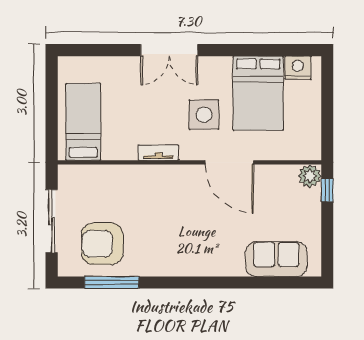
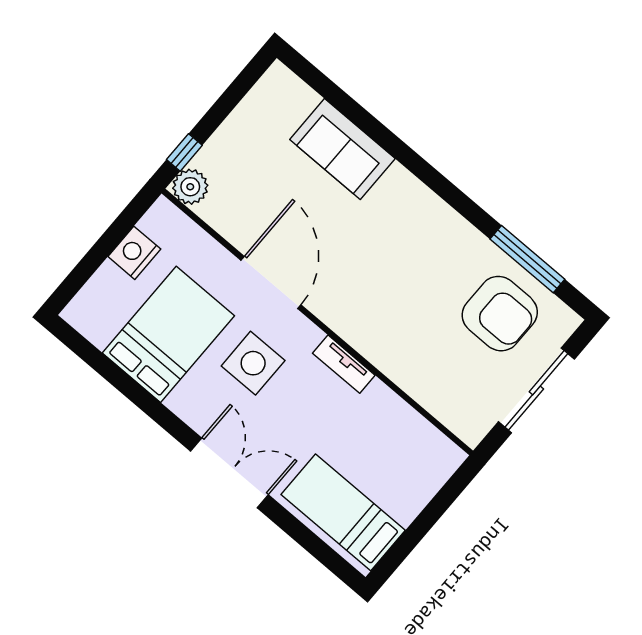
nightstand: (298, 68) -> (134, 253), moved, turned 90
bed: (83, 122) -> (343, 512), moved, turned 90
sofa: (276, 259) -> (342, 149), moved

